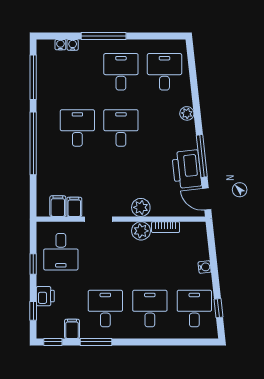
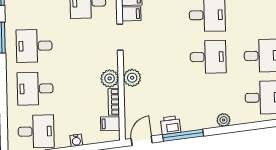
printer: (187, 169) -> (171, 125), width x0.53, depth x0.68
desk: (105, 309) -> (34, 46), turned 180
desk: (150, 309) -> (35, 89), turned 180
filing cabinet: (72, 329) -> (110, 124), moved, turned 180

